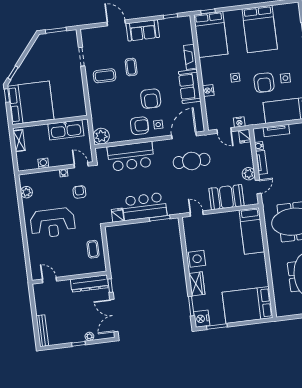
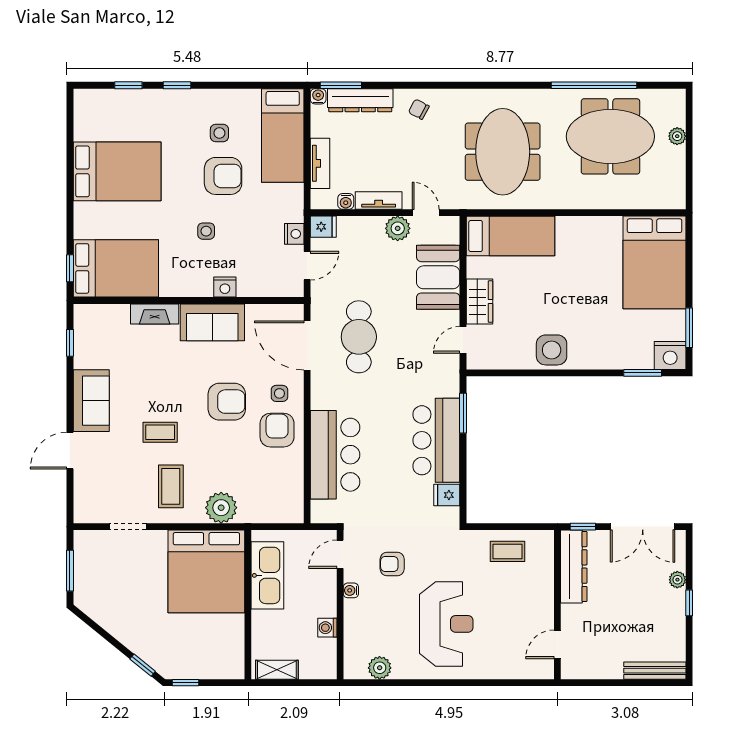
bed: (31, 103) -> (206, 571), moved, turned 180
plant: (101, 136) -> (221, 508), moved
wardrobe: (197, 284) -> (479, 302), moved, turned 90

